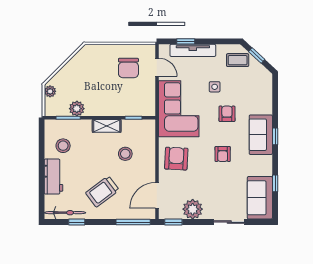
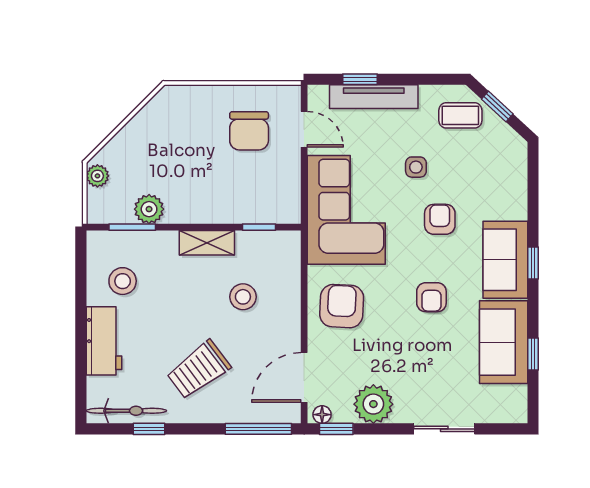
sofa: (260, 198) -> (504, 342), moved
floor lamp: (166, 215) -> (322, 415), added

